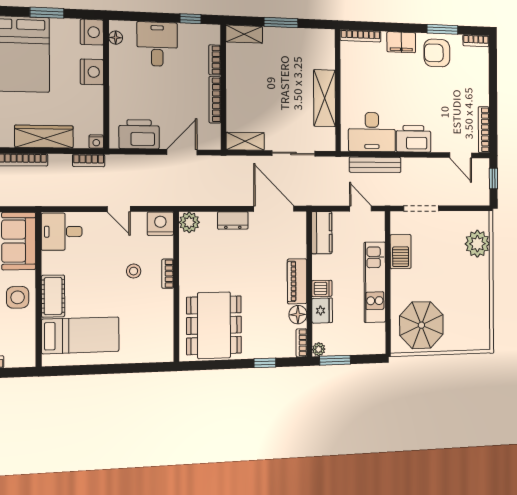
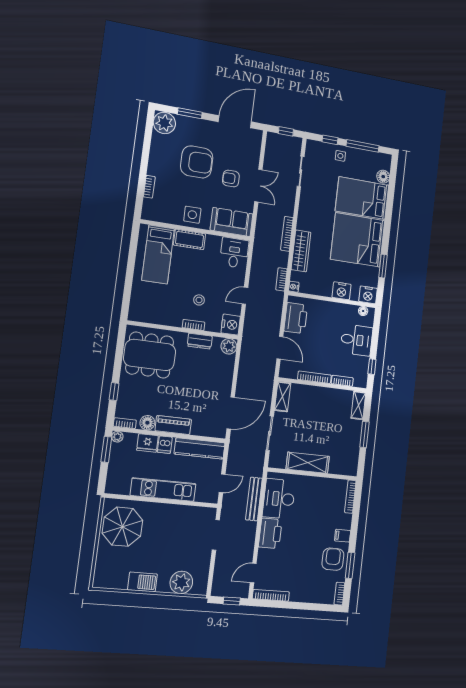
filing cabinet: (401, 42) -> (343, 536), width x0.50
dresser: (233, 220) -> (200, 341), moved, turned -90
kitchen counter: (322, 233) -> (200, 448), width x1.50
barbecue: (401, 252) -> (142, 582), moved, turned 180

